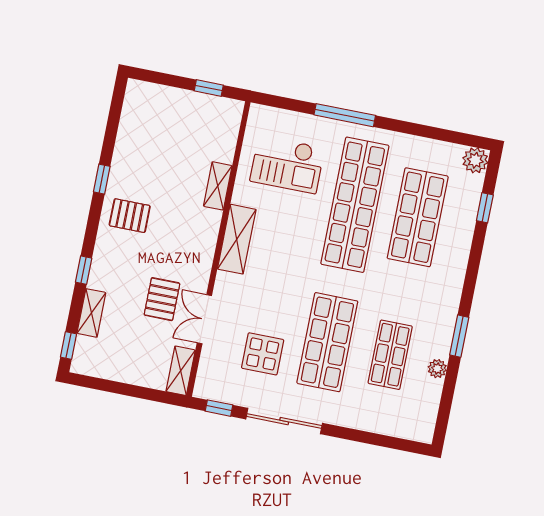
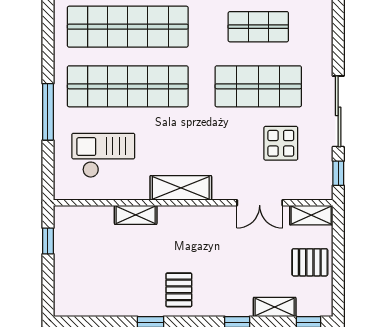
checkout: (287, 164) -> (103, 155), turned -90
shop shelf: (418, 217) -> (128, 27), width x1.40
pallet: (162, 299) -> (310, 262), moved

